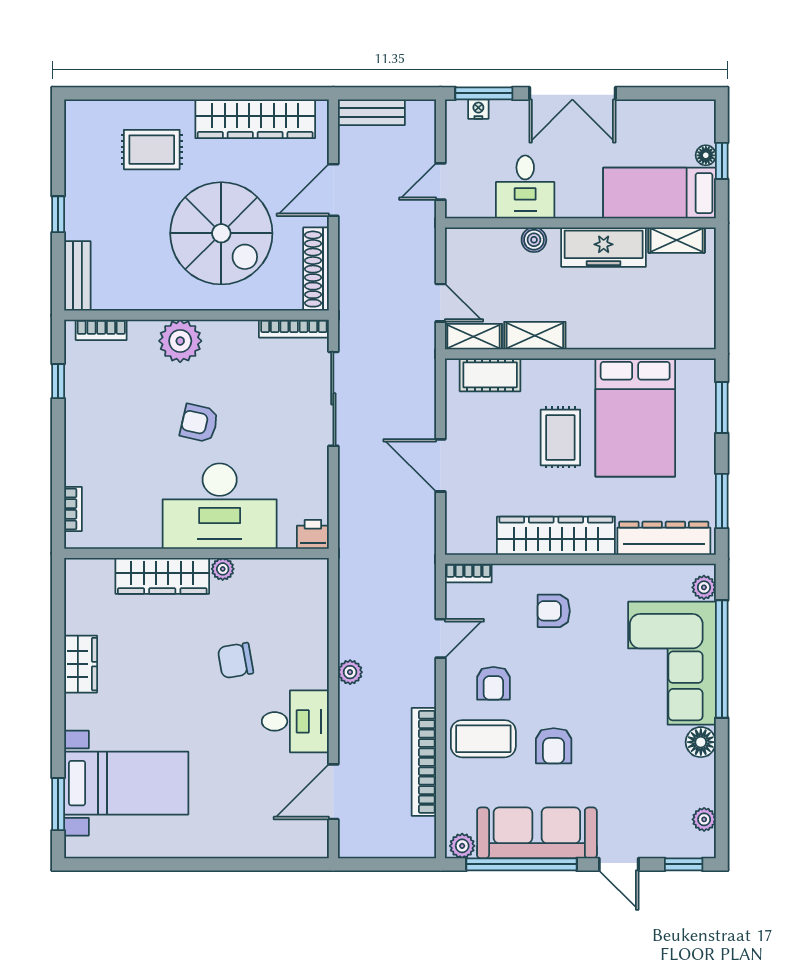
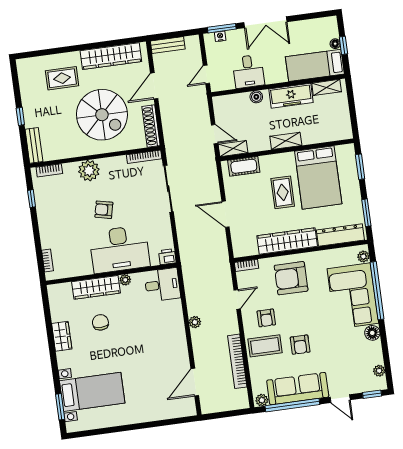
shelving: (535, 336) -> (286, 141), moved
armchair: (554, 611) -> (291, 278), width x1.88, depth x1.88
chair: (236, 660) -> (100, 322), moved, turned 100
desk: (295, 721) -> (162, 285), moved

